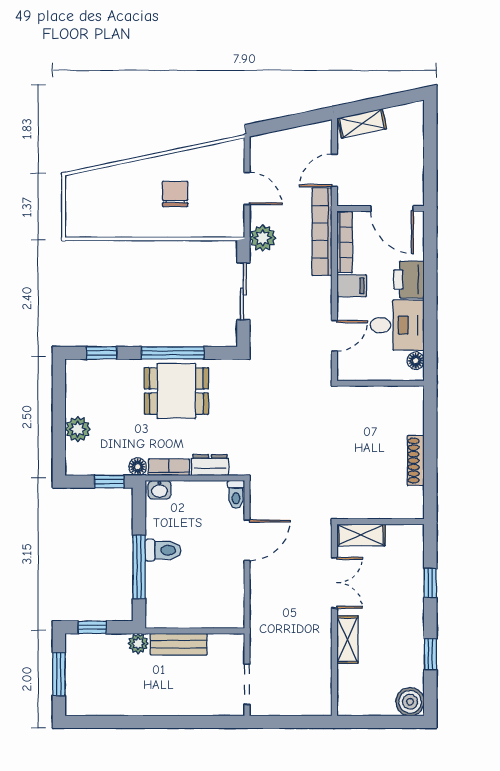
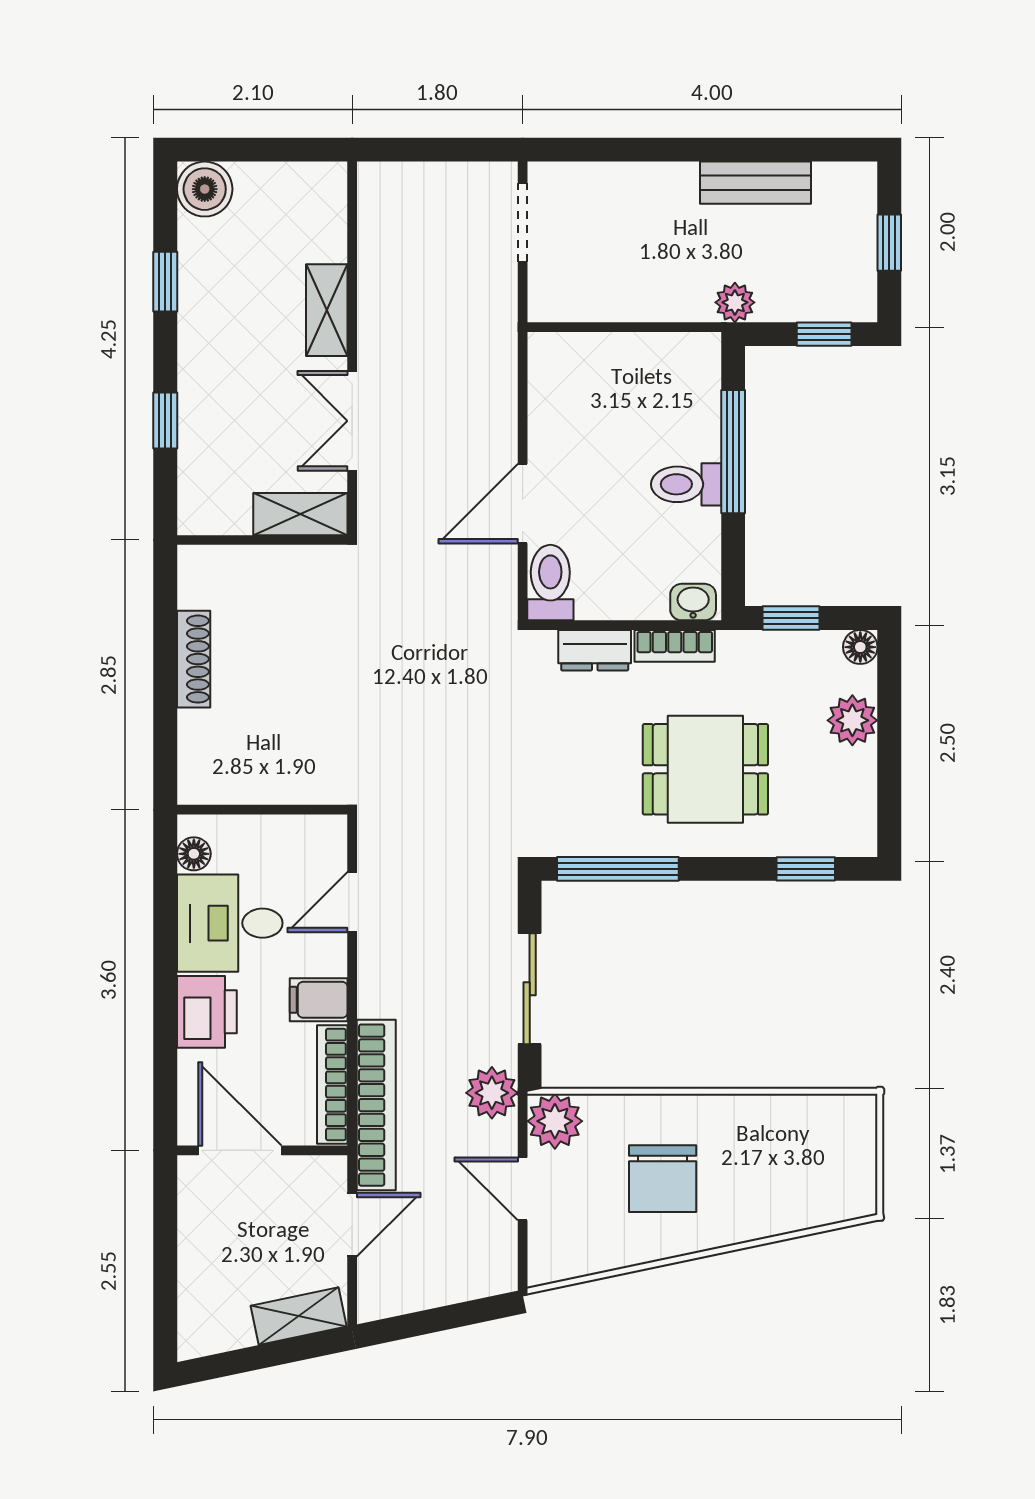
chair: (175, 194) -> (663, 1179), width x1.37, depth x1.37
plant: (230, 223) -> (555, 1121), added
window: (173, 353) -> (618, 869), moved
dining table: (176, 391) -> (705, 769), moved
floor lamp: (138, 467) -> (860, 647), moved
toilet: (236, 494) -> (550, 583), width x1.37, depth x1.39
bench: (179, 644) -> (755, 183), moved
window: (59, 674) -> (889, 243), width x0.67

